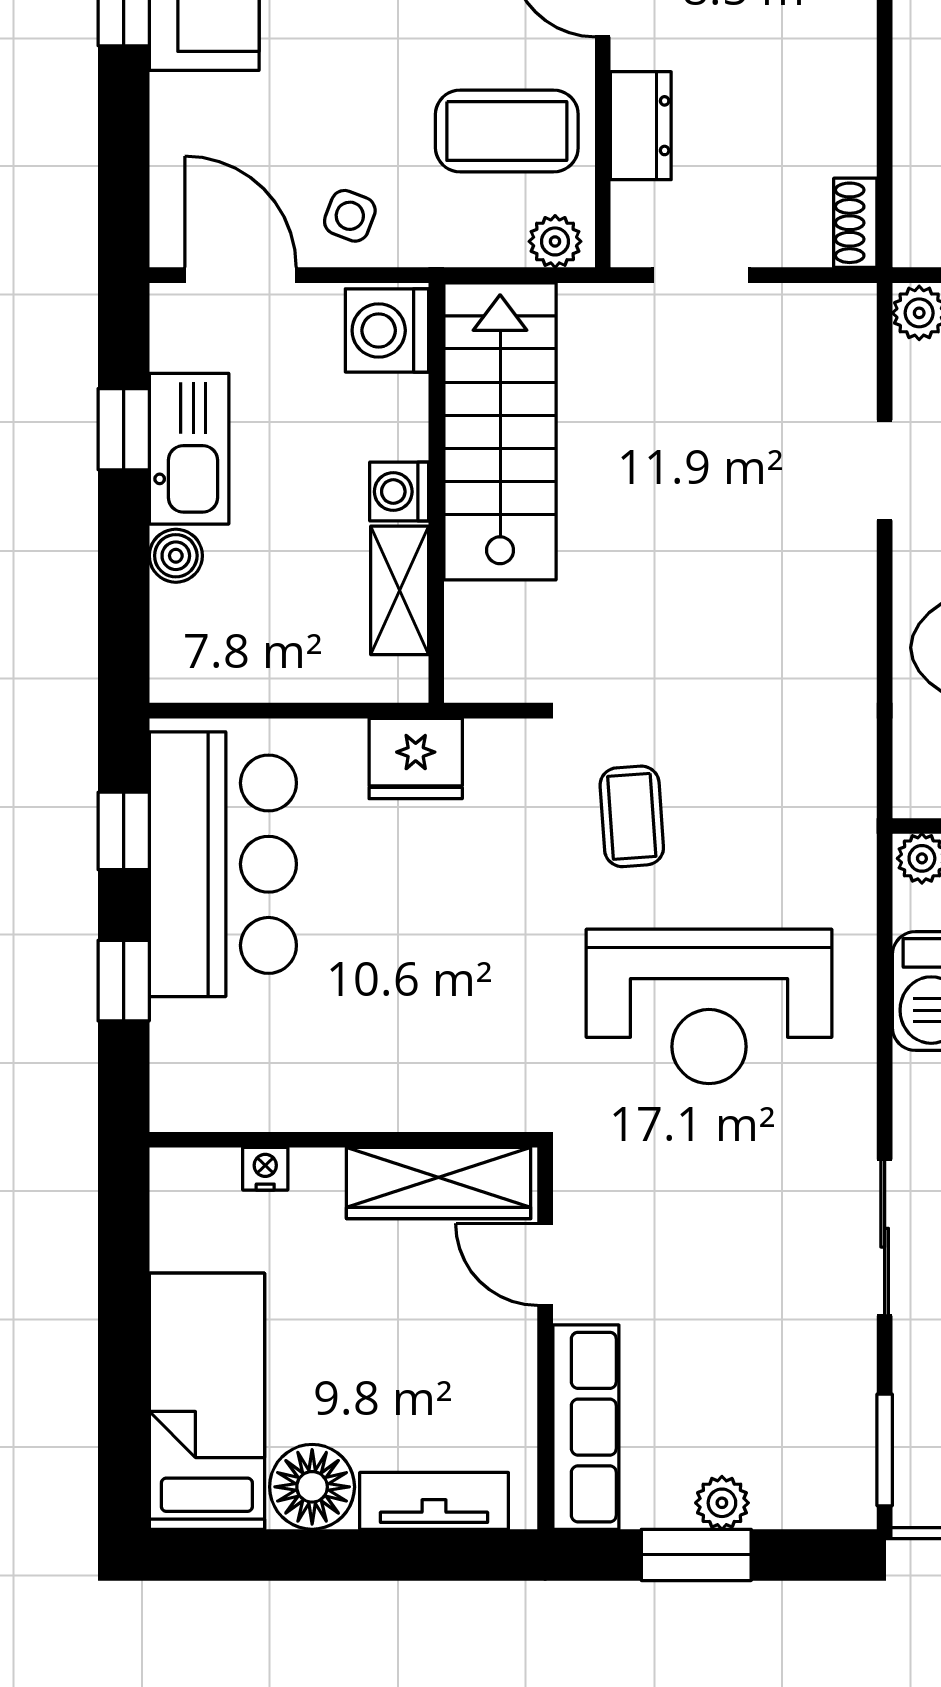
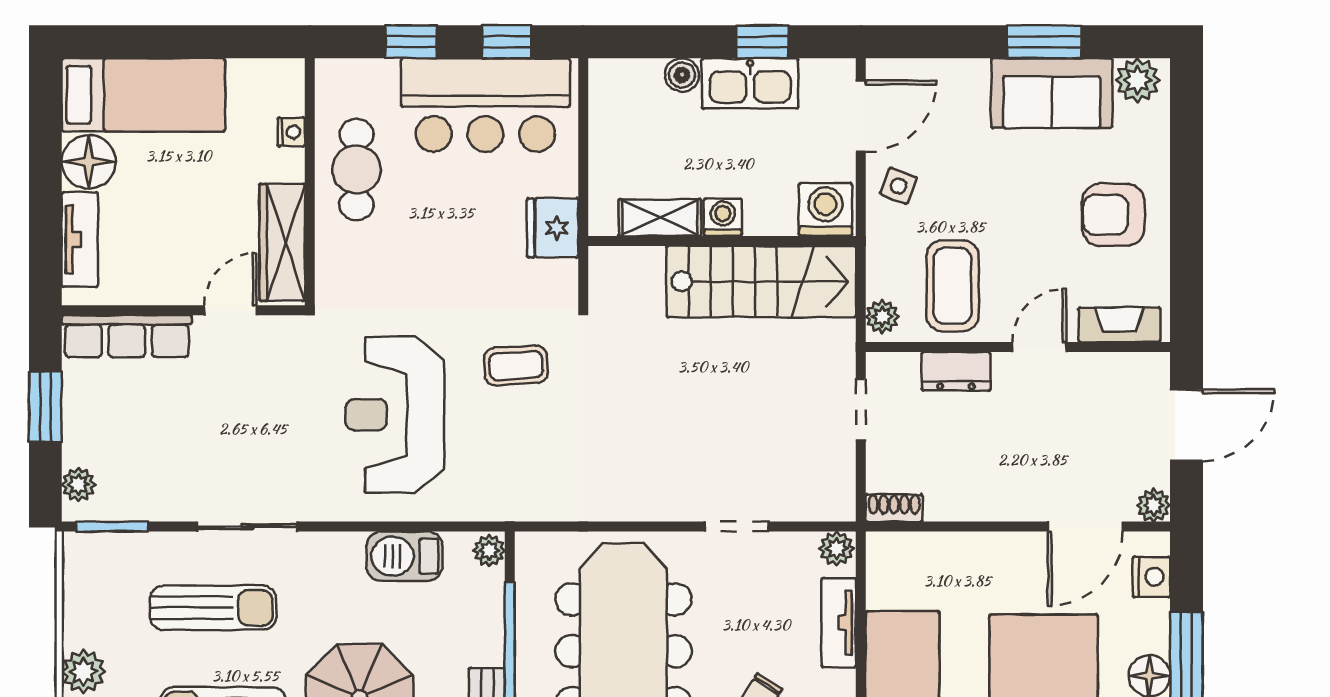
cafe table: (324, 1067) -> (357, 169), added
plant: (722, 1503) -> (79, 485), moved

